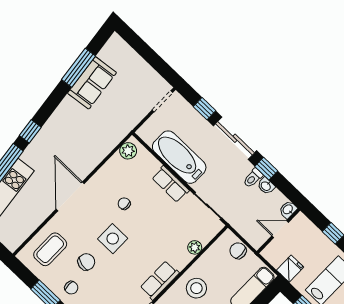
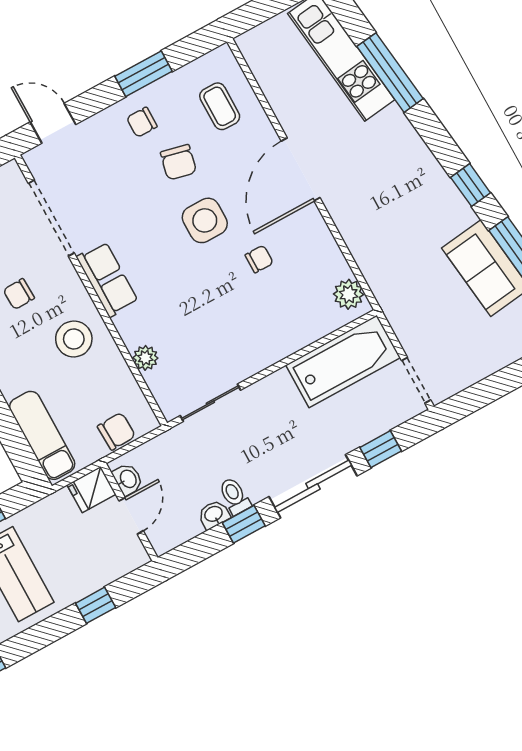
window: (30, 131) -> (471, 185), moved
bathtub: (179, 157) -> (343, 361), moved
row of seats: (170, 184) -> (268, 350), removed
door: (70, 196) -> (301, 169), swing flipped
washbasin: (288, 210) -> (128, 479), moved
coffee table: (50, 249) -> (220, 106), width x0.73, depth x0.77
fridge: (290, 269) -> (92, 490), moved, turned 90

